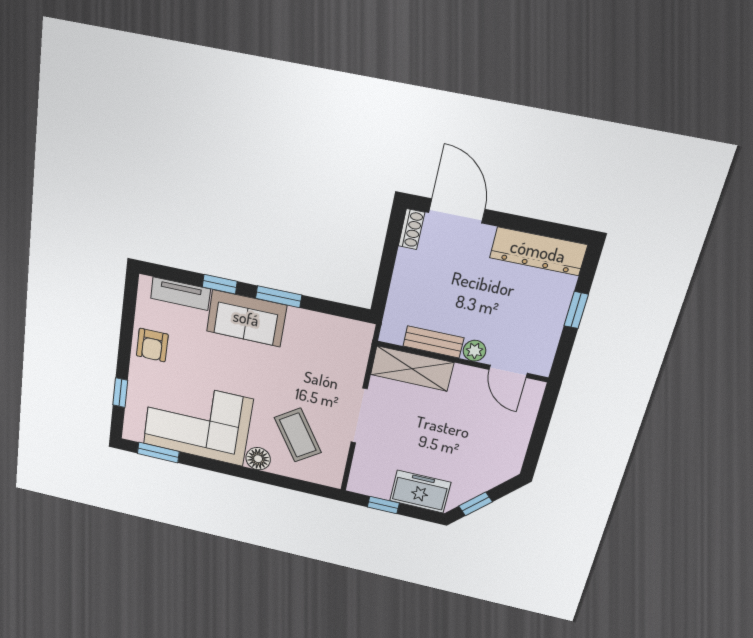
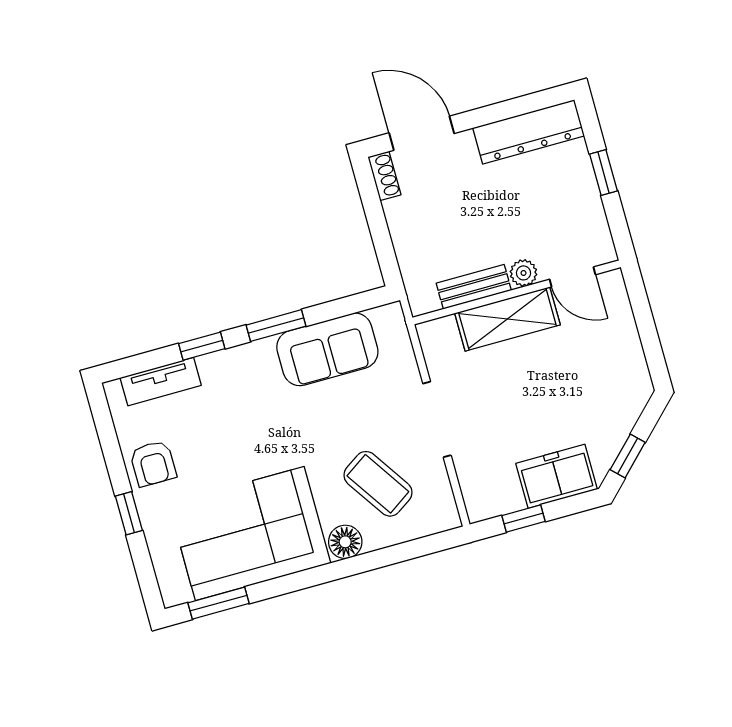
sofa: (246, 318) -> (327, 349), moved
shelving: (412, 369) -> (507, 319), moved
window: (120, 393) -> (129, 513), moved

